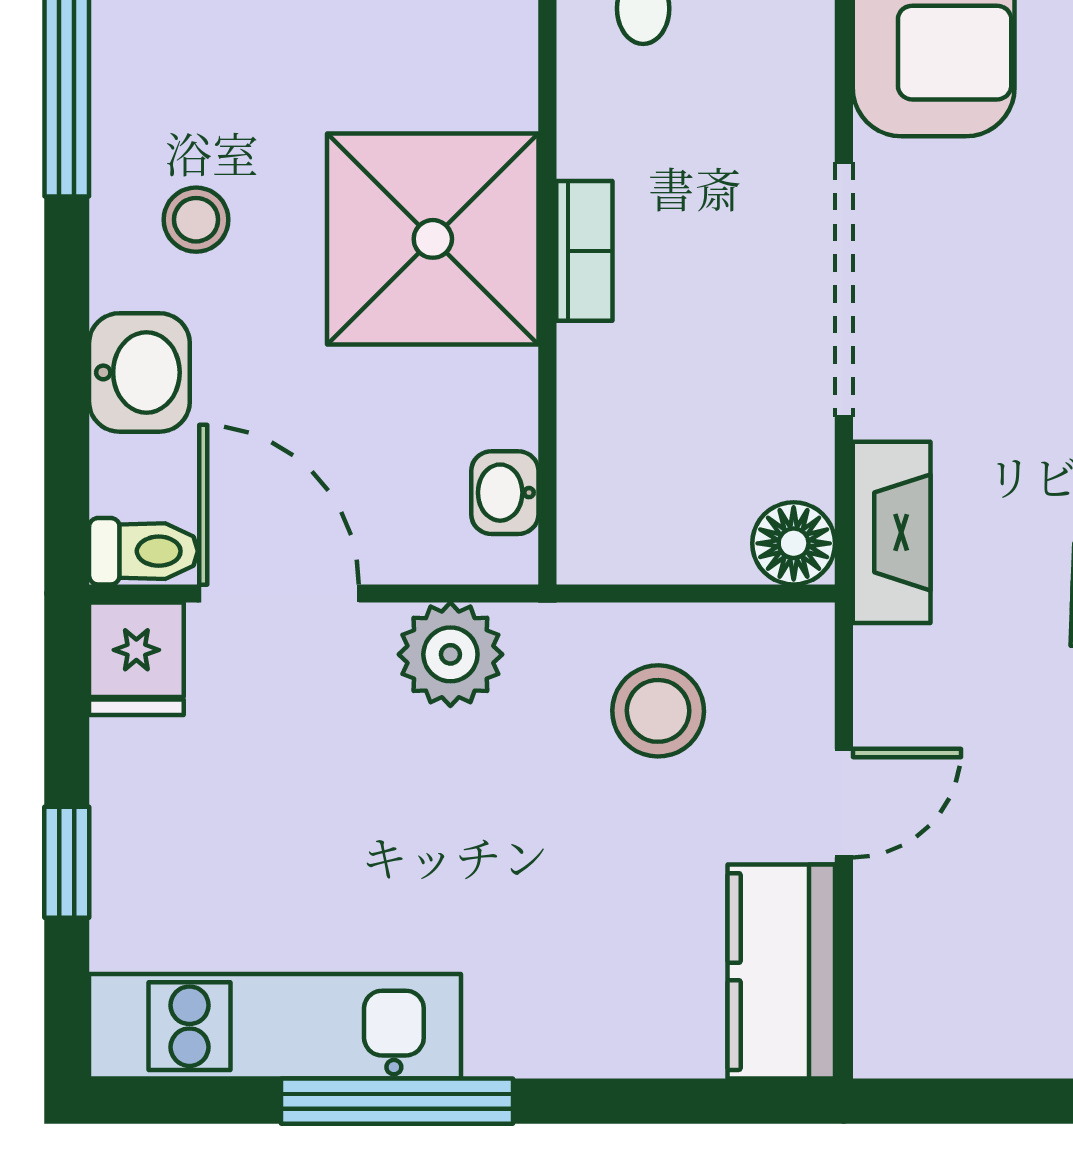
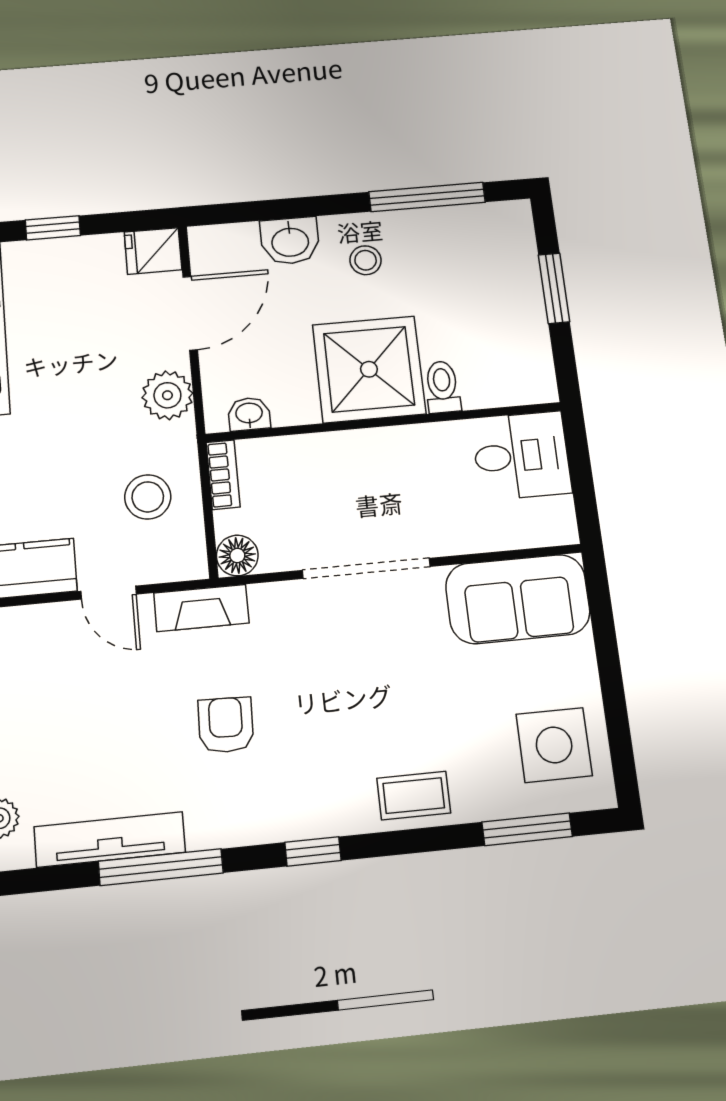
bookcase: (584, 251) -> (223, 475), moved, turned -90
fireplace: (892, 532) -> (201, 608), moved
toilet: (143, 551) -> (442, 387), moved, turned 180

